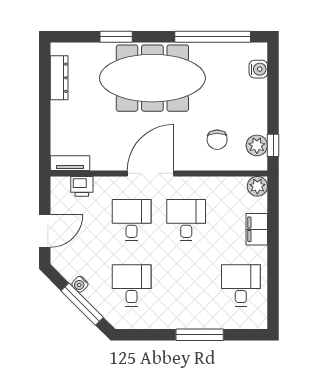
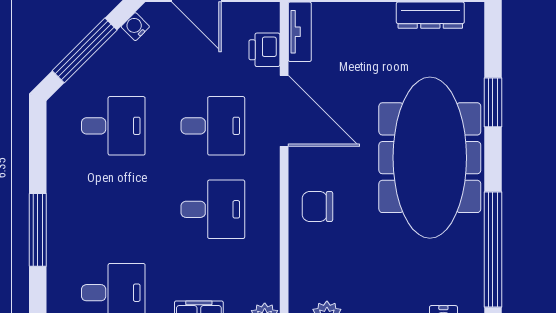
chair: (217, 140) -> (317, 207), moved
door: (151, 173) -> (284, 111), moved
water cooler: (80, 284) -> (135, 27), moved

